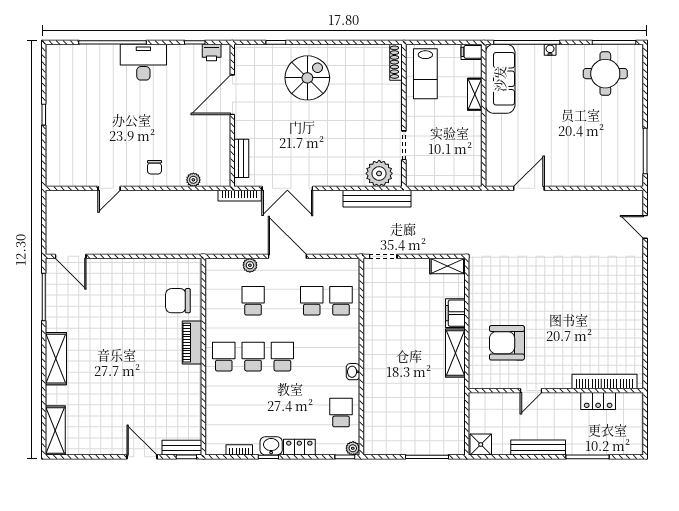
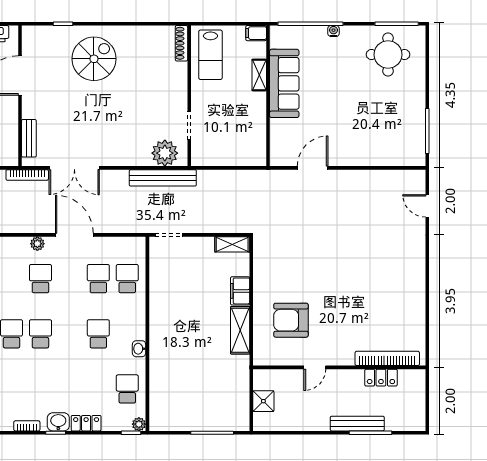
sofa: (500, 79) -> (284, 83), moved
school desk: (282, 357) -> (98, 334), moved
shower: (481, 445) -> (263, 401), moved
bench: (538, 448) -> (357, 424), moved

